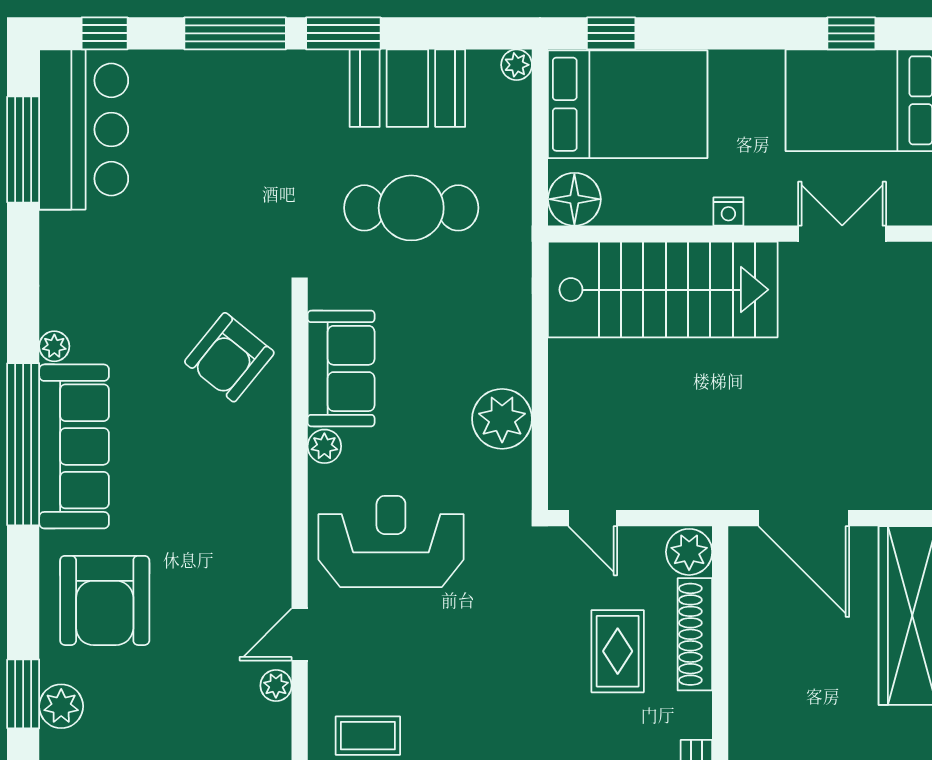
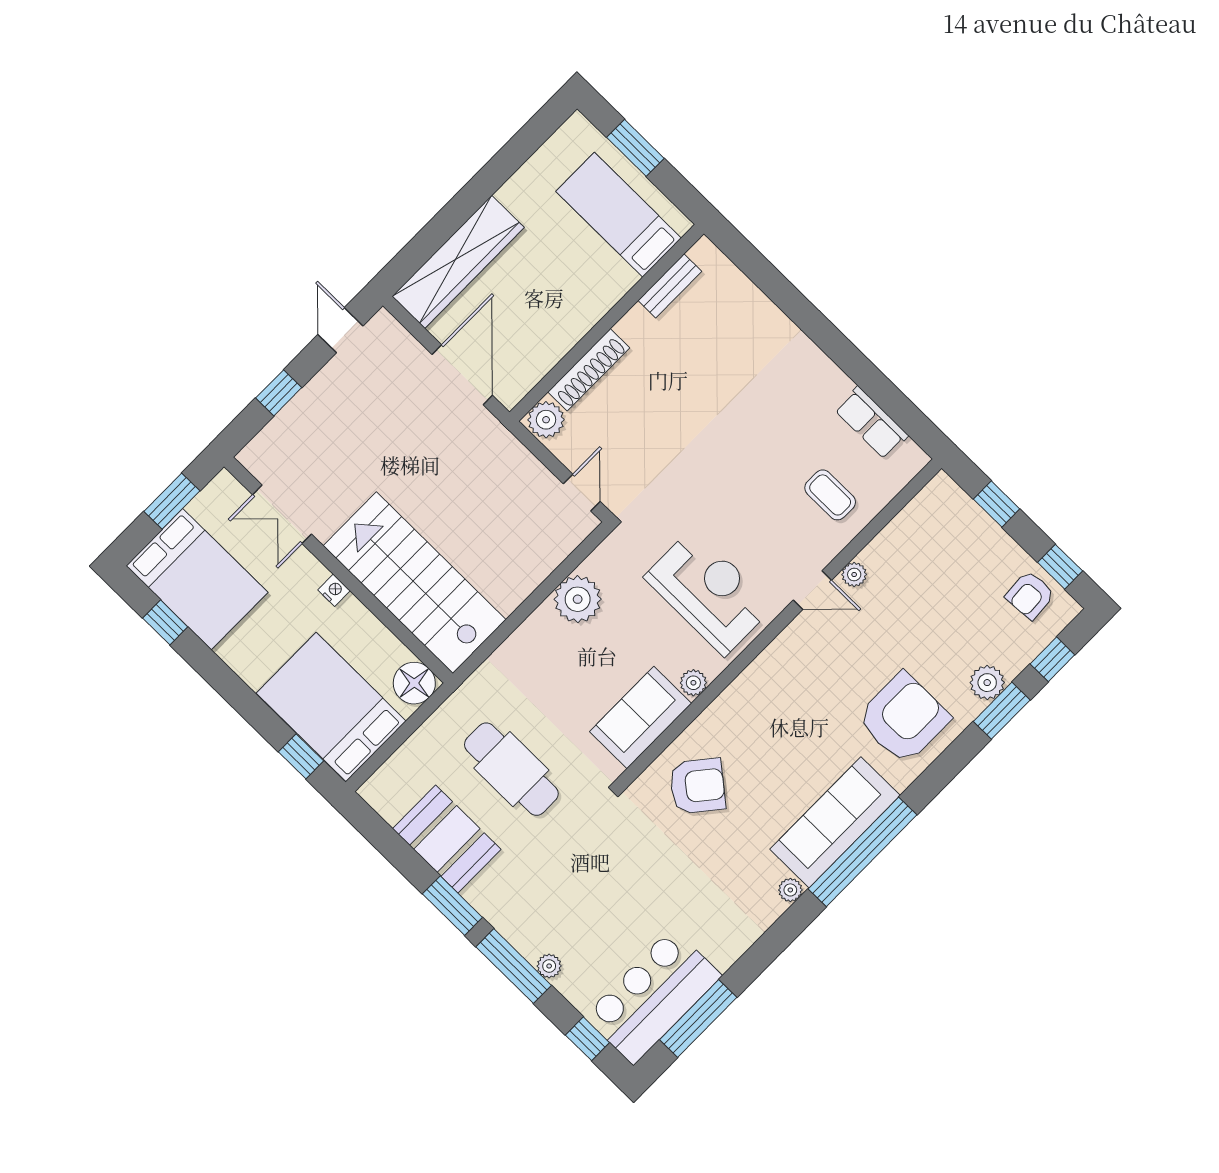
plant: (517, 65) -> (549, 966), moved
reception desk: (391, 541) -> (709, 592), turned 180
rug: (618, 651) -> (642, 403), removed

